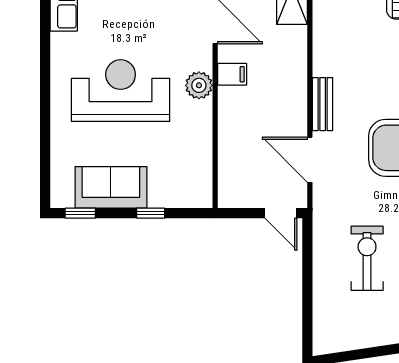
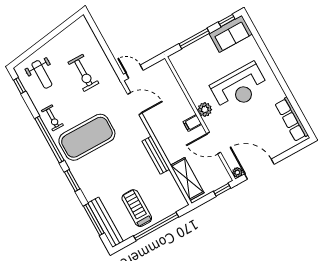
bench: (323, 104) -> (156, 155), moved, width x1.36
sofa: (111, 187) -> (231, 34), moved
window: (151, 213) -> (194, 38), width x2.17

